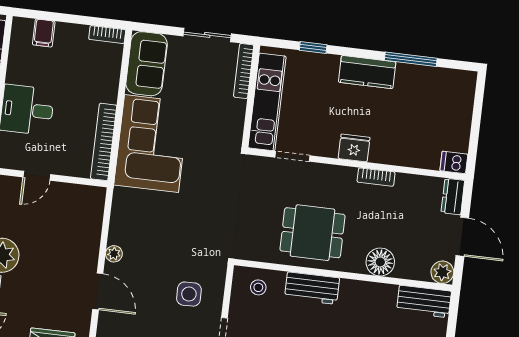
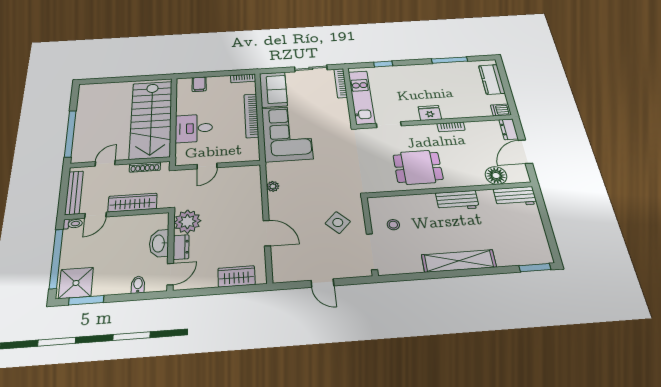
kitchen counter: (367, 72) -> (492, 79), moved, turned 90
bookcase: (104, 142) -> (251, 116), moved
door: (462, 237) -> (525, 152), swing flipped
plant: (114, 254) -> (273, 186), moved
floor lamp: (380, 262) -> (496, 175), moved
plant: (442, 272) -> (521, 176), removed
stool: (258, 287) -> (393, 225), moved
workbench: (312, 288) -> (457, 200), moved
side table: (189, 294) -> (338, 223), turned 45

